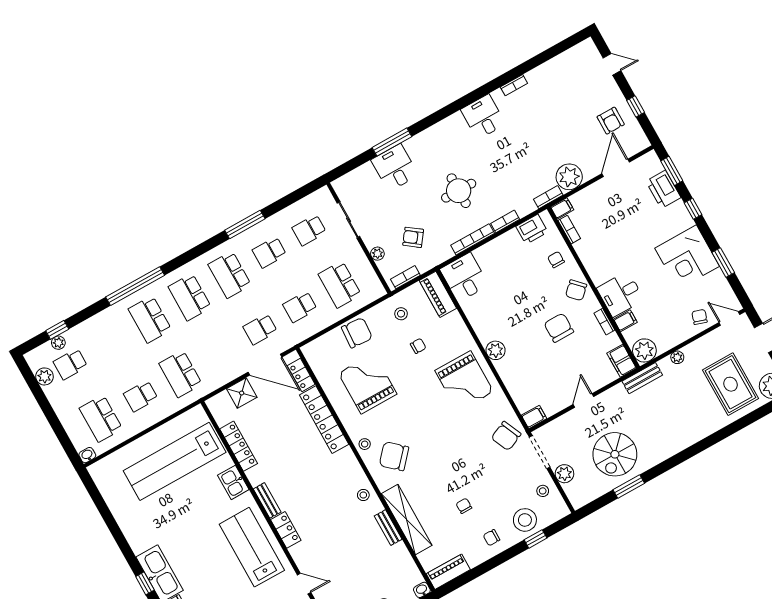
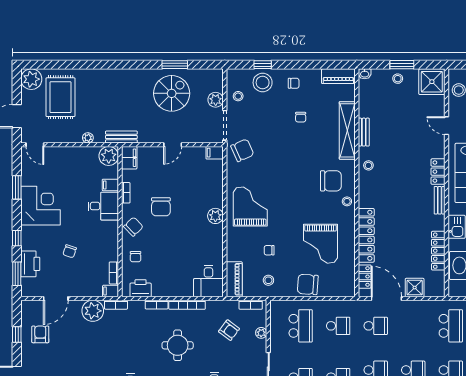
chair: (699, 317) -> (70, 251), moved
chair: (394, 456) -> (331, 181), turned -42

